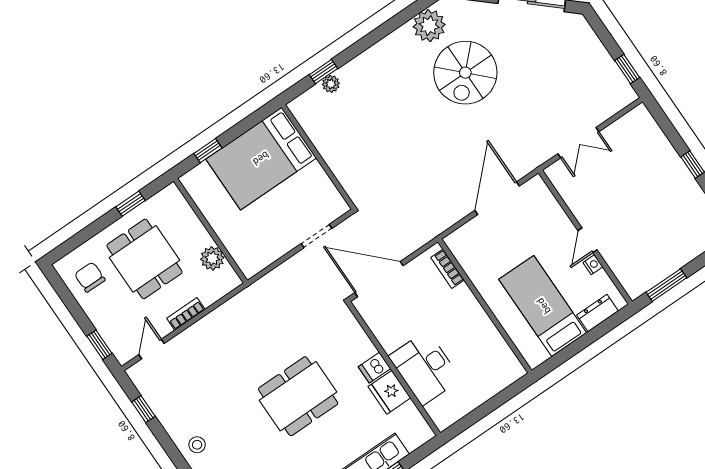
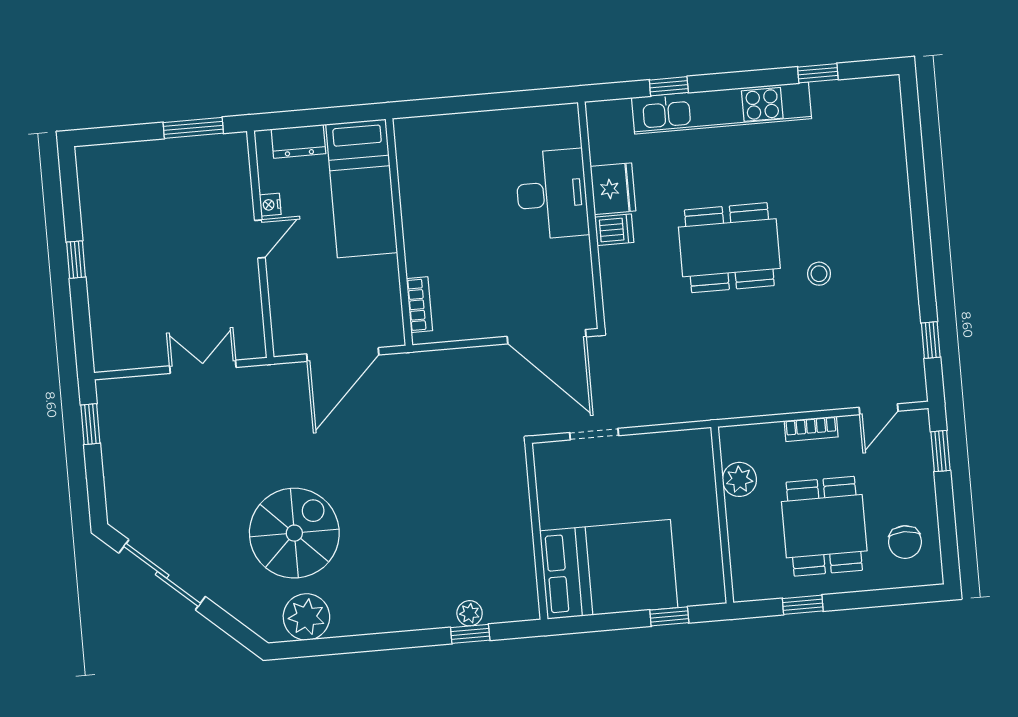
bookcase: (447, 269) -> (419, 305), moved
wall: (485, 306) -> (399, 232), moved
stool: (197, 445) -> (819, 274), moved

